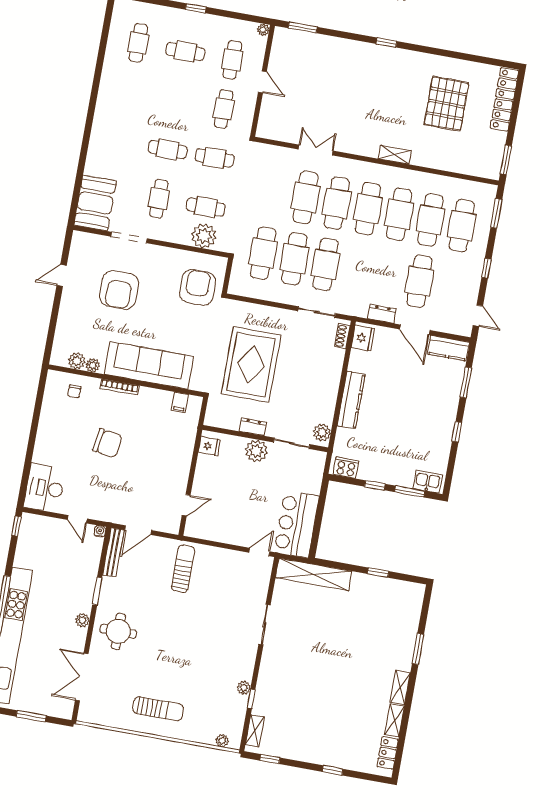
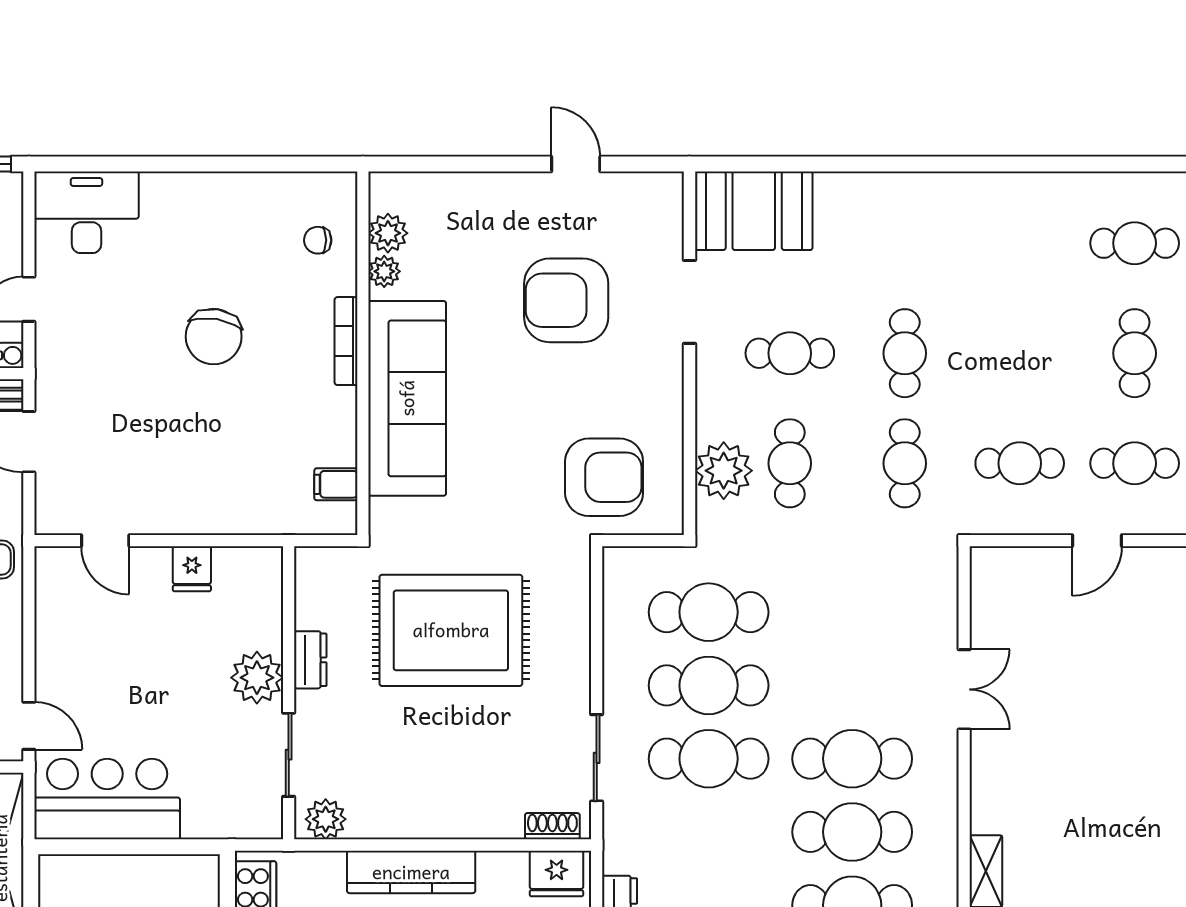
cafe table: (305, 197) -> (852, 685), removed
fridge: (209, 446) -> (192, 569), moved

